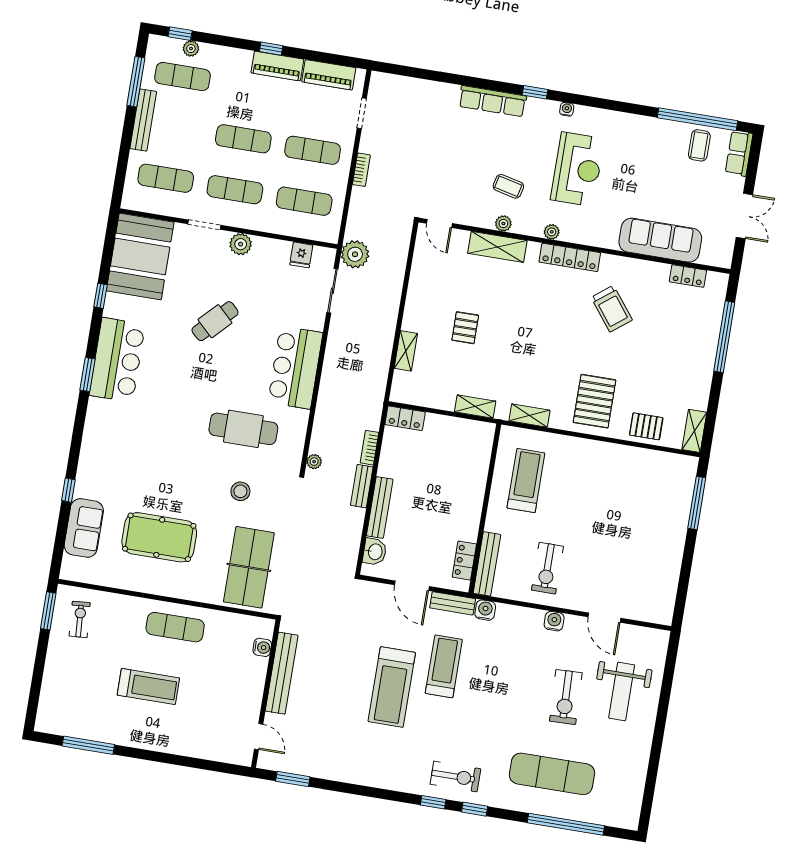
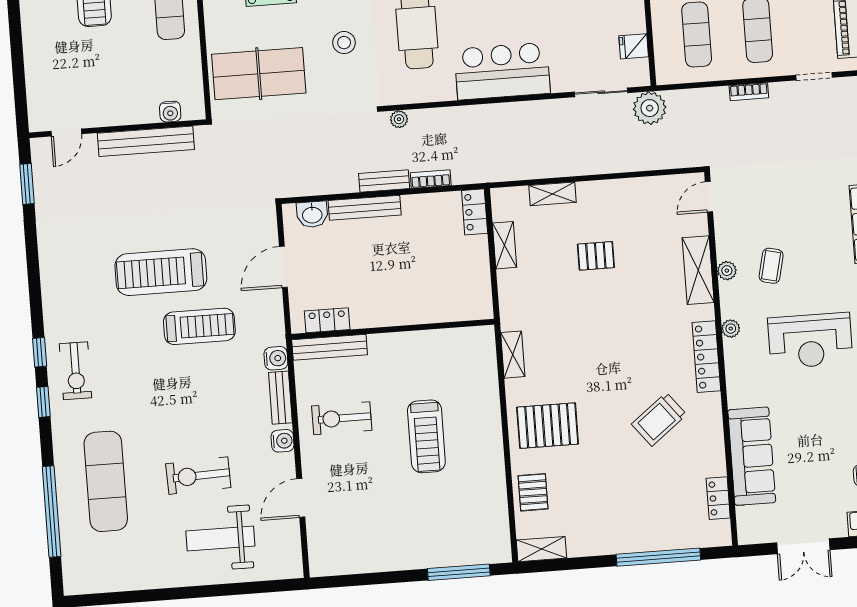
shelving: (475, 406) -> (505, 245), moved
treadmill: (526, 481) -> (426, 436), moved, turned 90
bench: (453, 603) -> (280, 398), moved

